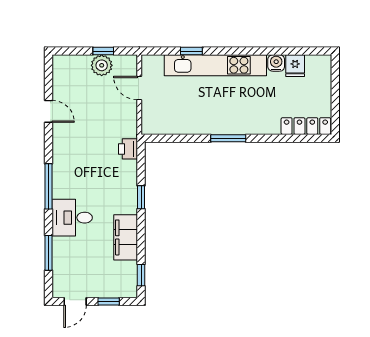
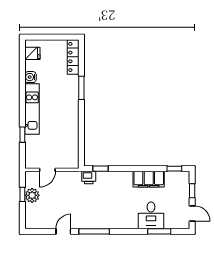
kitchen unit: (215, 65) -> (32, 109), width x0.73
fridge: (295, 66) -> (32, 53), moved
window: (228, 138) -> (81, 88), moved
window: (48, 186) -> (94, 231), moved
window: (141, 197) -> (100, 169), moved
desk: (72, 218) -> (151, 215), moved

